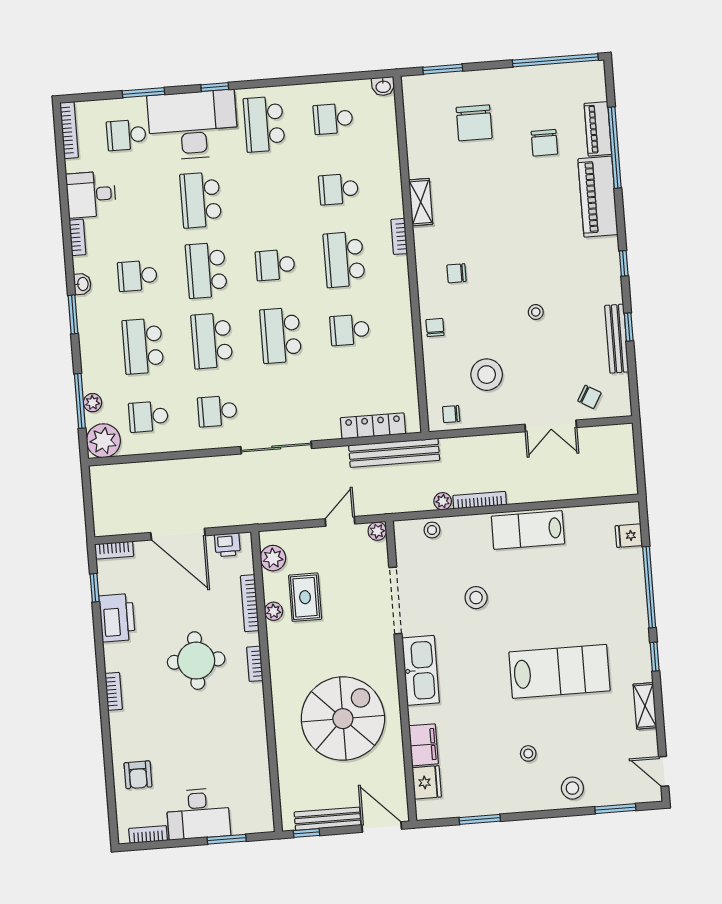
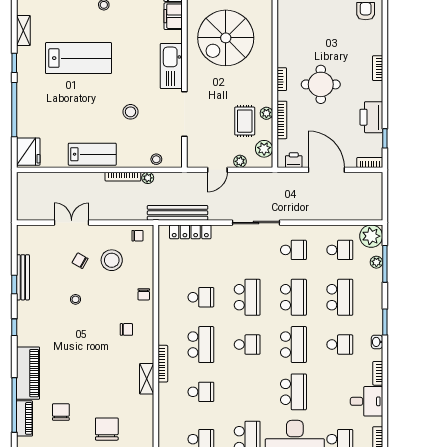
bookcase: (399, 236) -> (163, 364), width x1.56
chair: (590, 397) -> (80, 261), moved
plant: (377, 531) -> (240, 161), moved
fridge: (629, 536) -> (28, 152), width x1.88, depth x1.34
lab bench: (560, 671) -> (79, 58), turned 180

